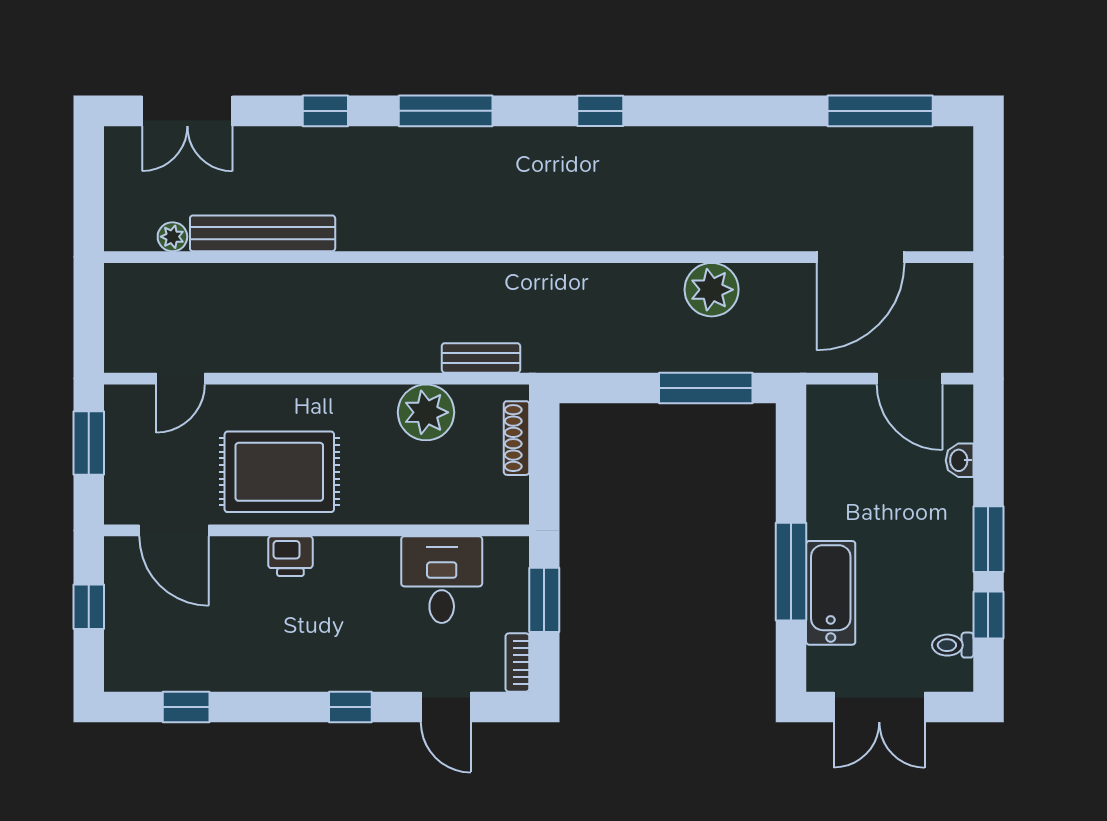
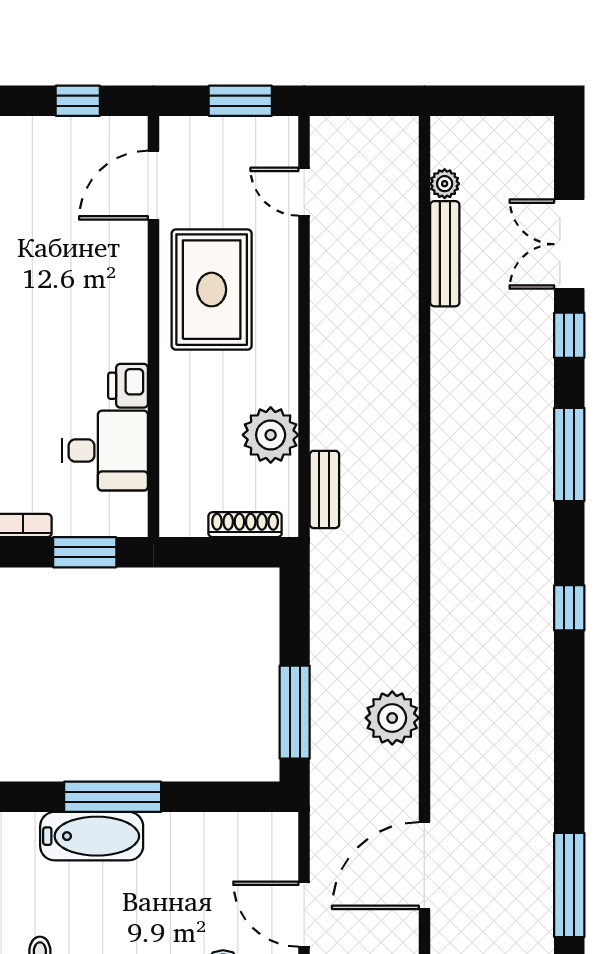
double door: (187, 111) -> (569, 244), moved
bench: (263, 233) -> (445, 254), width x0.73, depth x0.82
door: (861, 257) -> (424, 866), hinge flipped
door: (909, 379) -> (304, 914), hinge flipped
printer: (290, 556) -> (128, 386), moved

